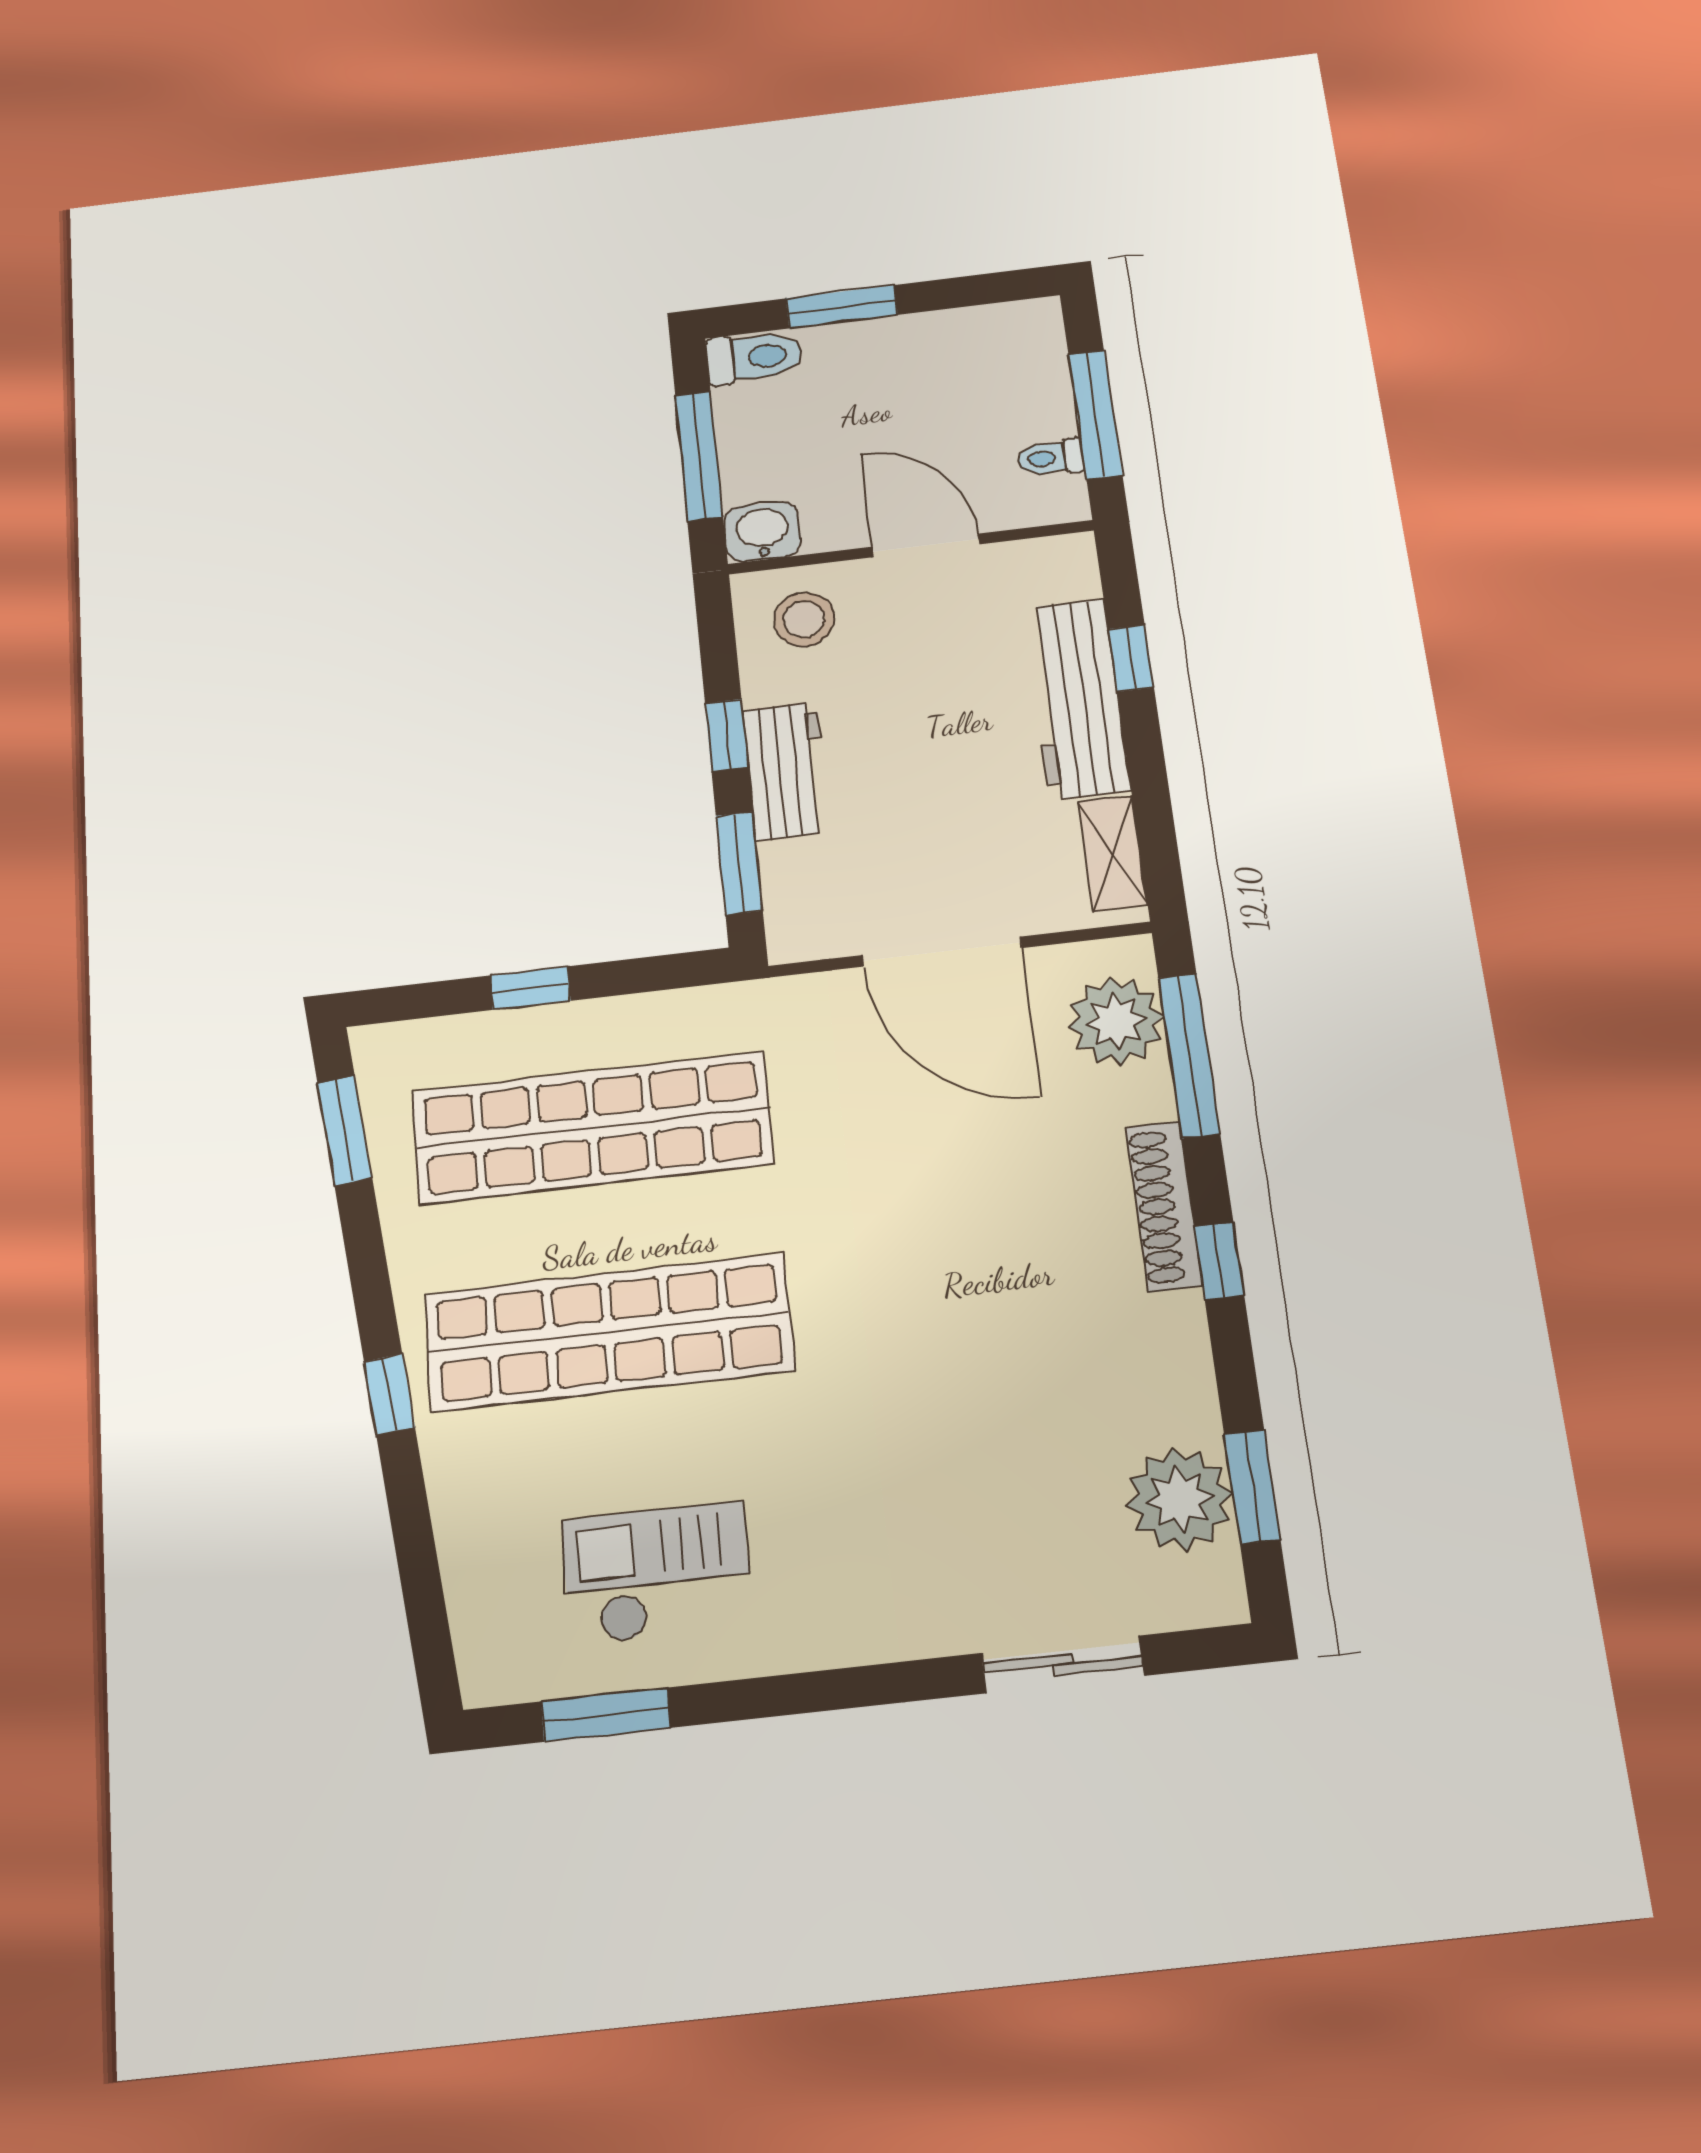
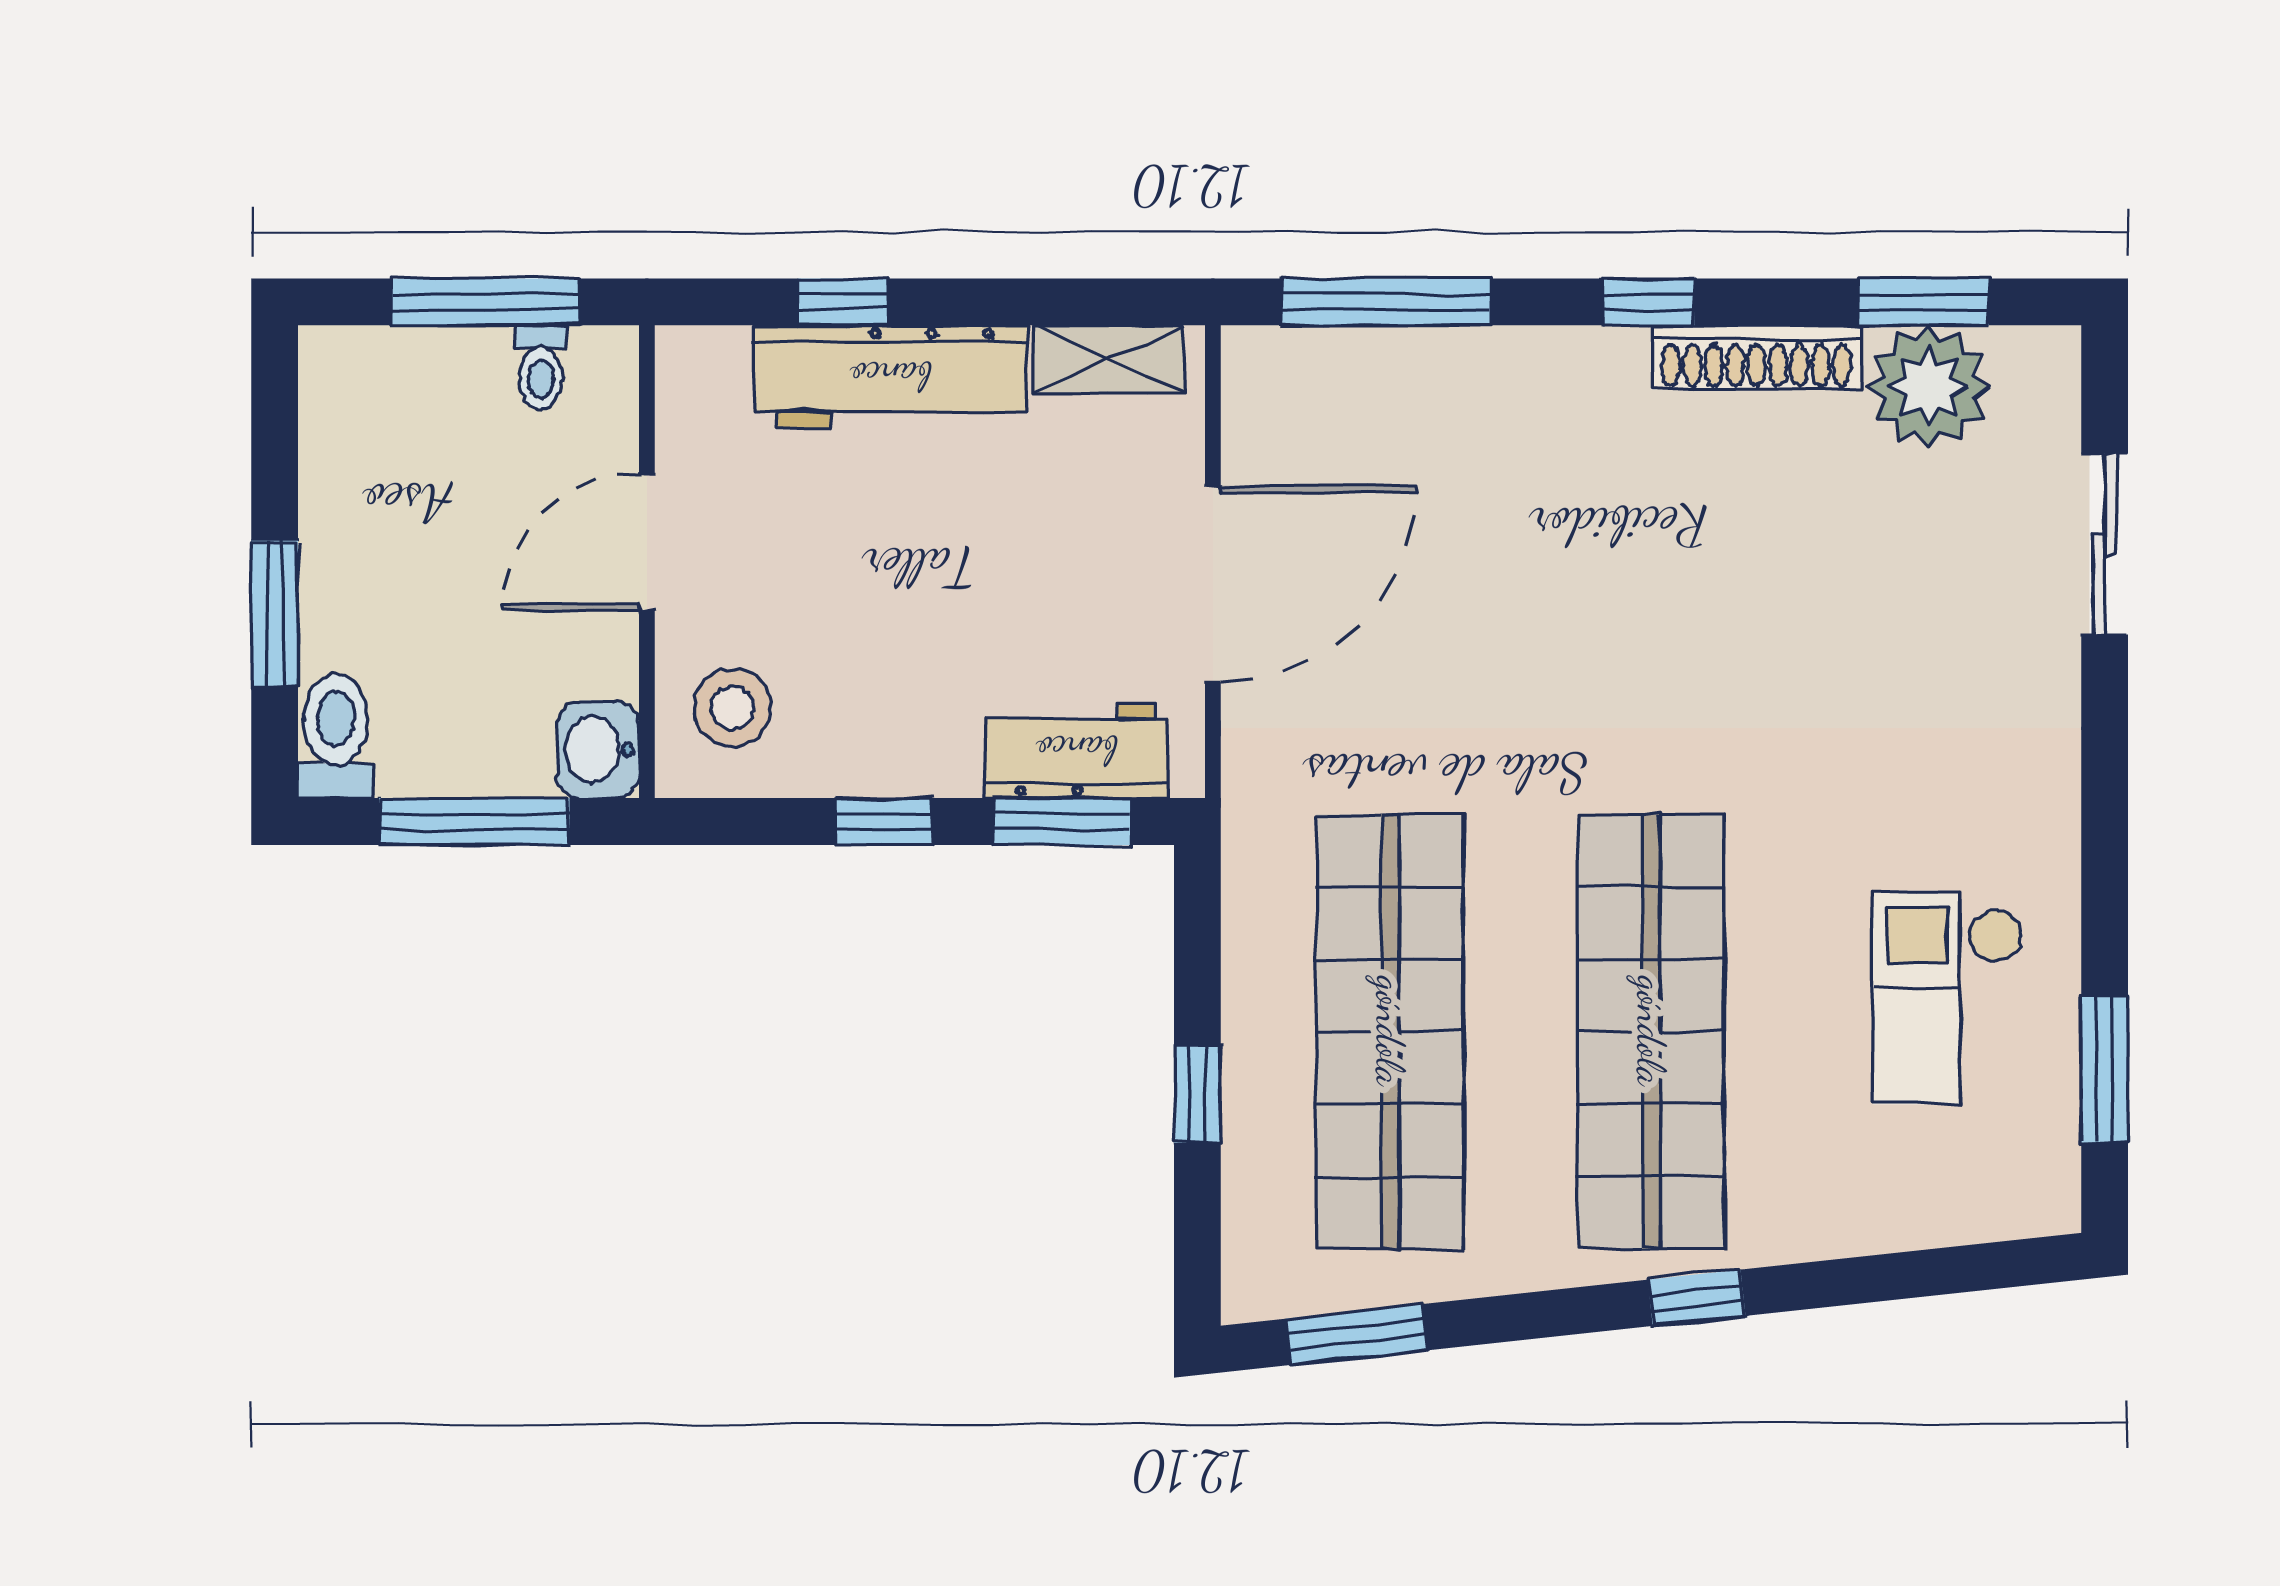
workbench: (786, 771) -> (1077, 751), moved
plant: (1116, 1021) -> (1331, 384), removed
shoe rack: (1164, 1206) -> (1756, 358), moved

